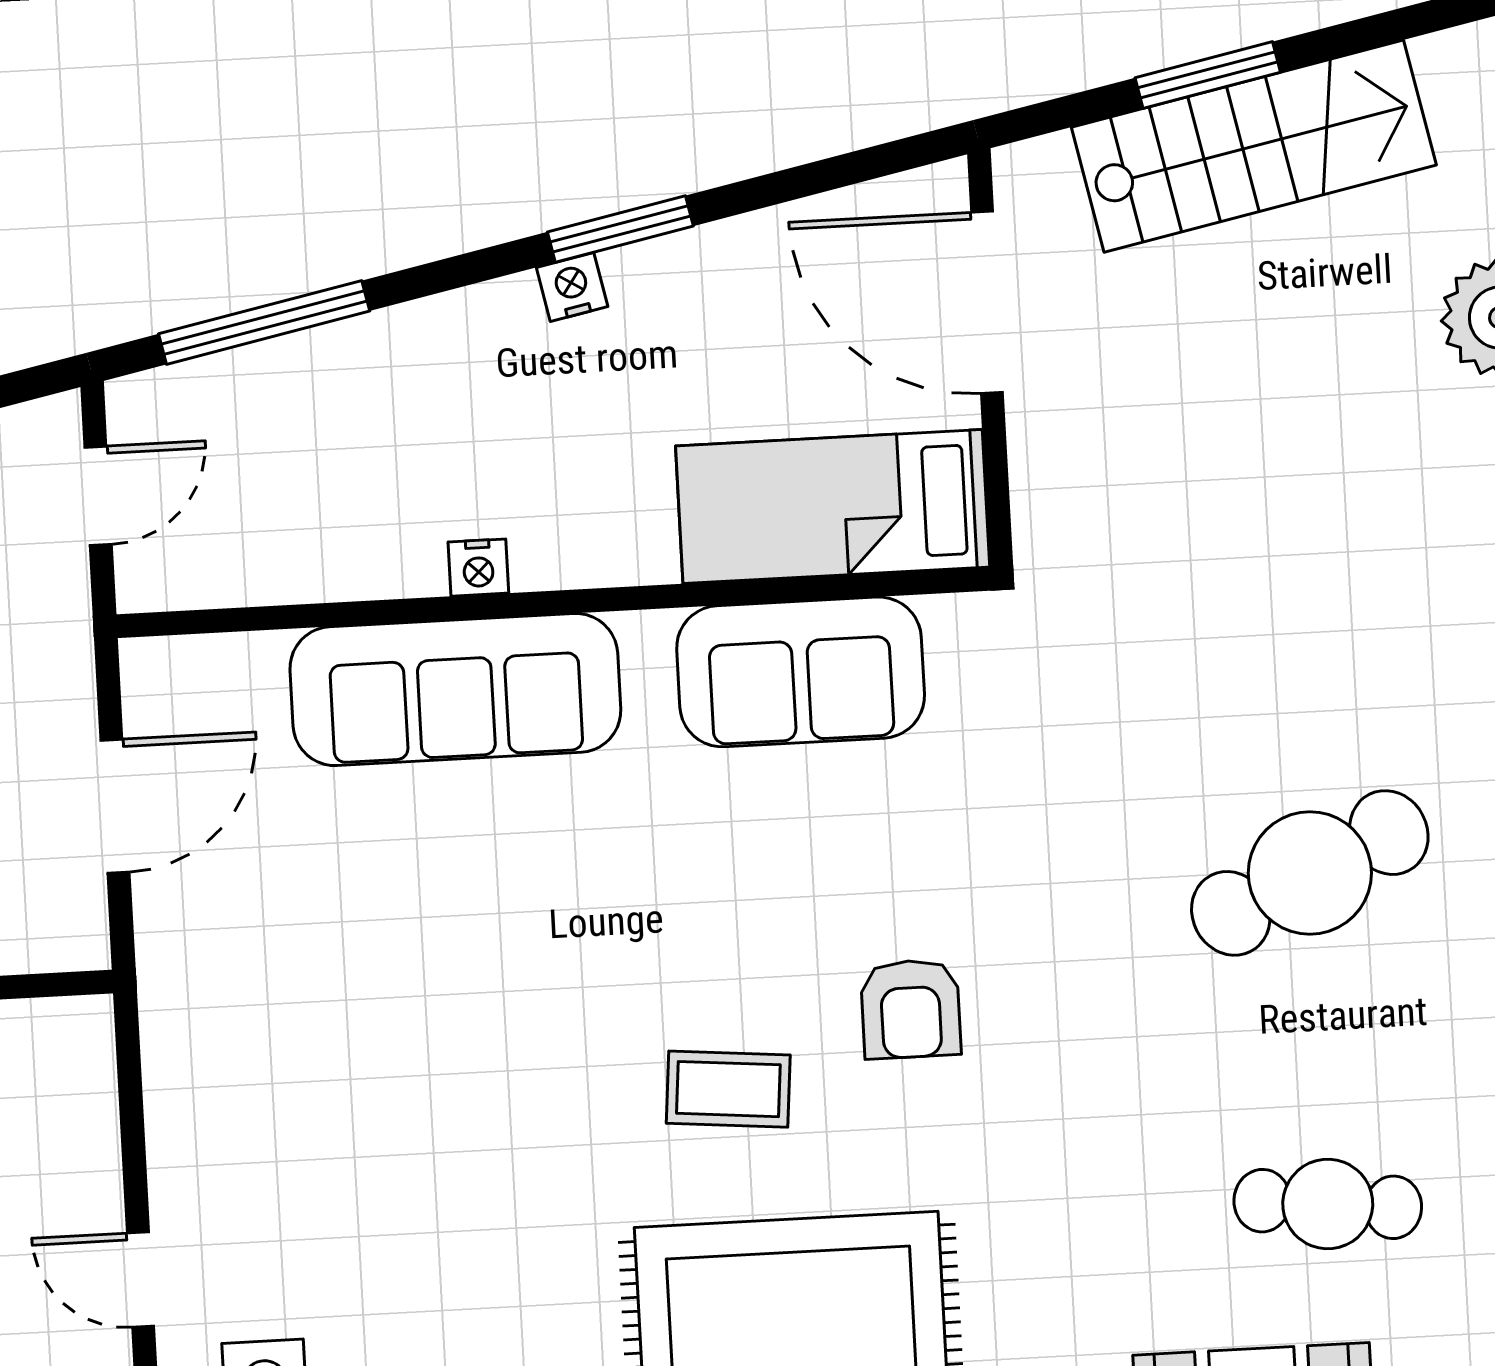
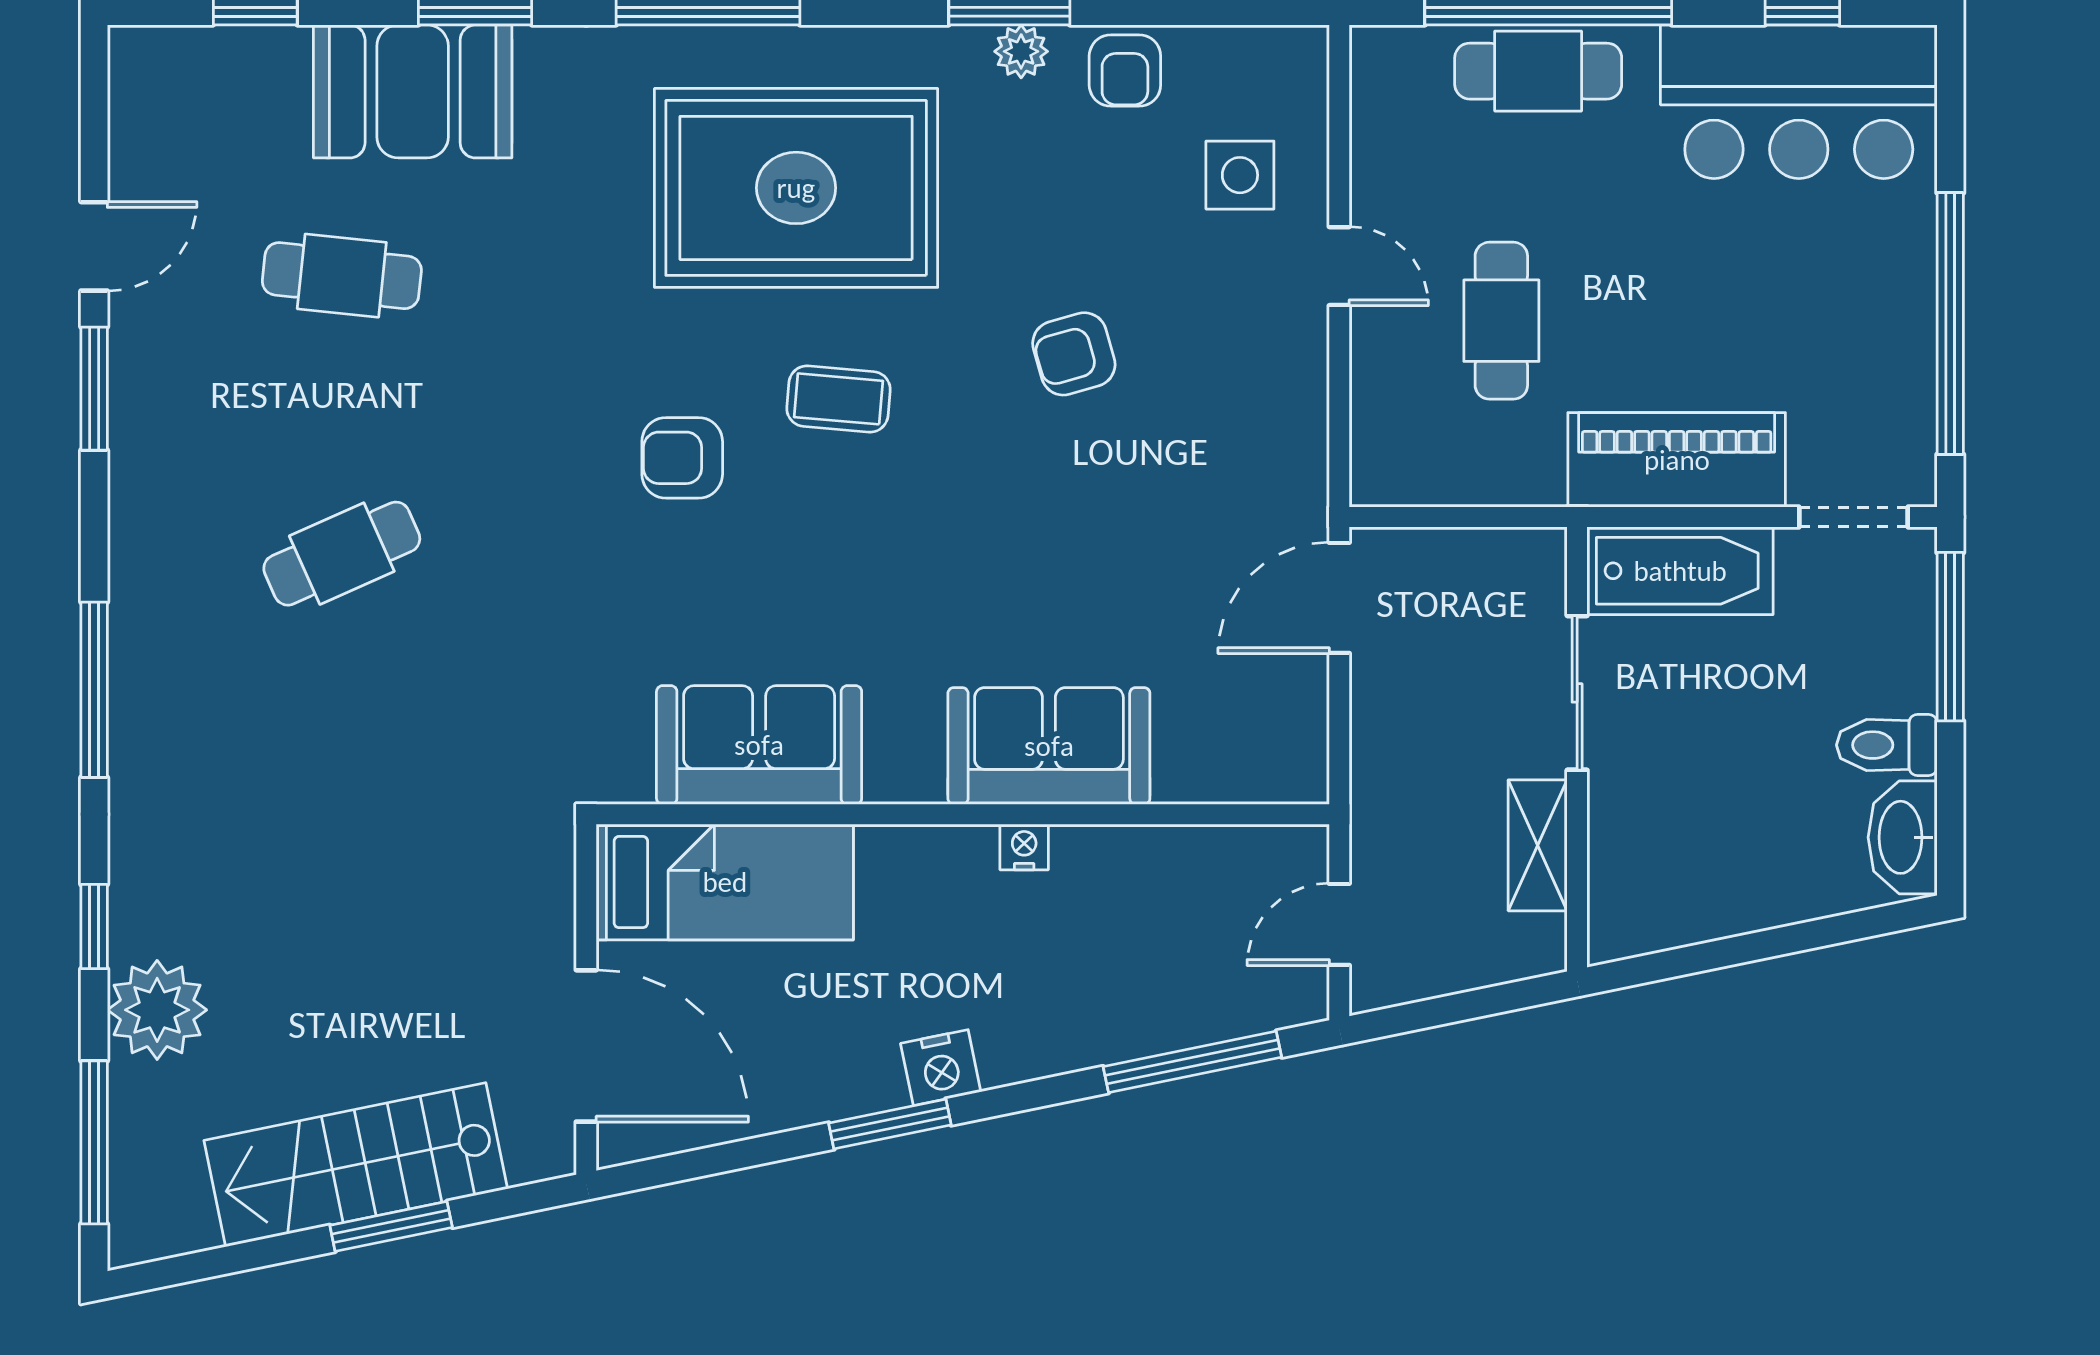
nightstand: (572, 287) -> (941, 1068), width x1.39, depth x1.35
sofa: (455, 690) -> (1049, 746), width x0.73
door: (115, 806) -> (1339, 598), moved
cafe table: (1310, 873) -> (342, 554), width x0.73, depth x0.74
armchair: (911, 1009) -> (682, 458), turned -90
armchair: (451, 1158) -> (1074, 354), added

